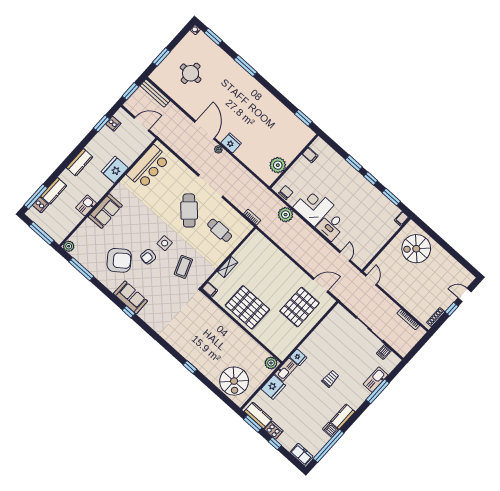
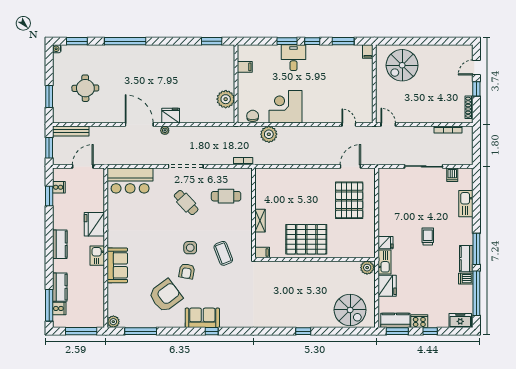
window: (246, 66) -> (125, 41), width x1.46
bar counter: (148, 167) -> (130, 180), moved, turned 90
kitchen sink: (86, 205) -> (97, 256), moved
cafe table: (189, 210) -> (186, 203), width x0.73, depth x0.74
desk: (331, 226) -> (294, 58), moved, turned 180
window: (378, 391) -> (476, 249), moved

